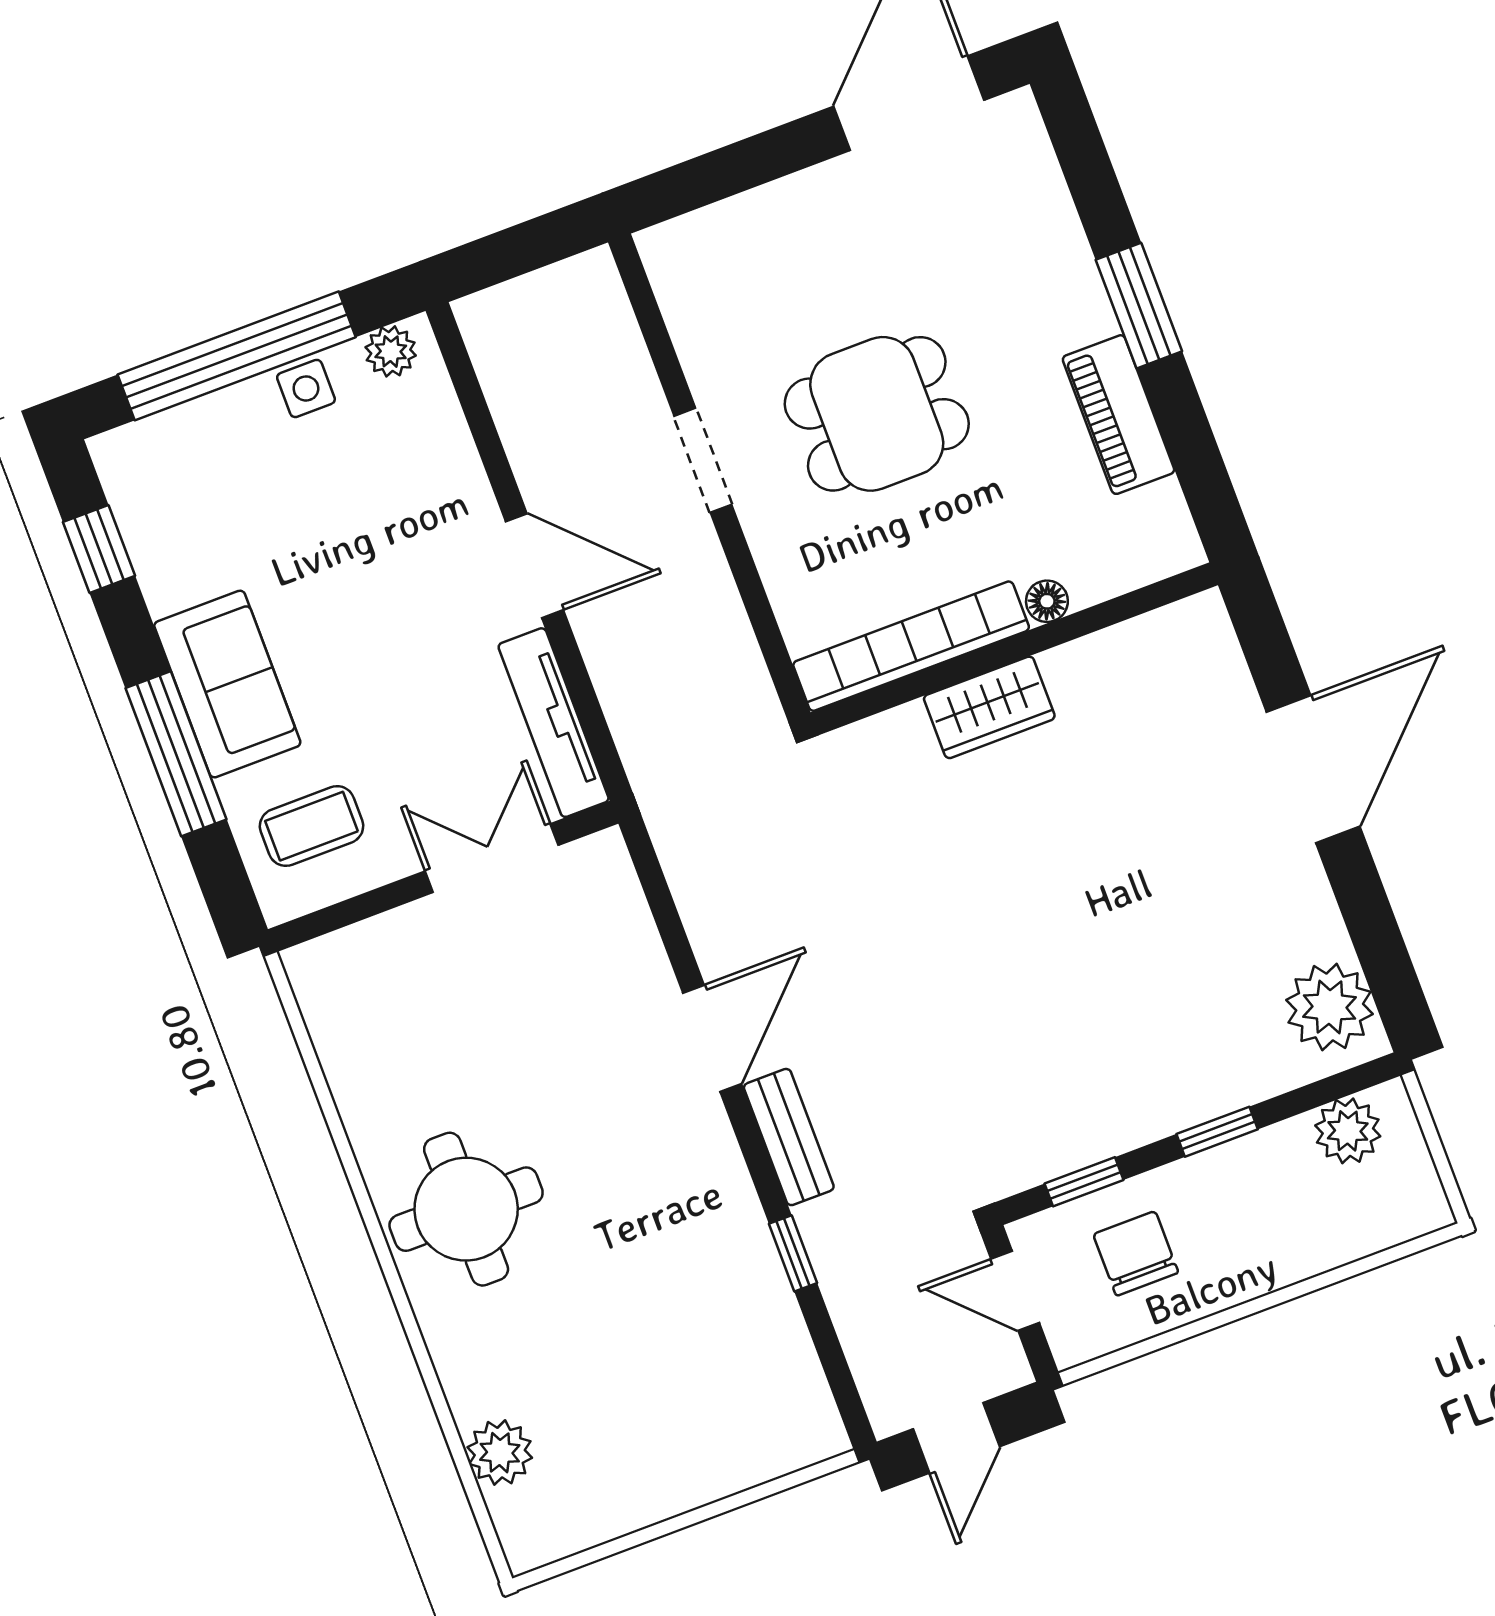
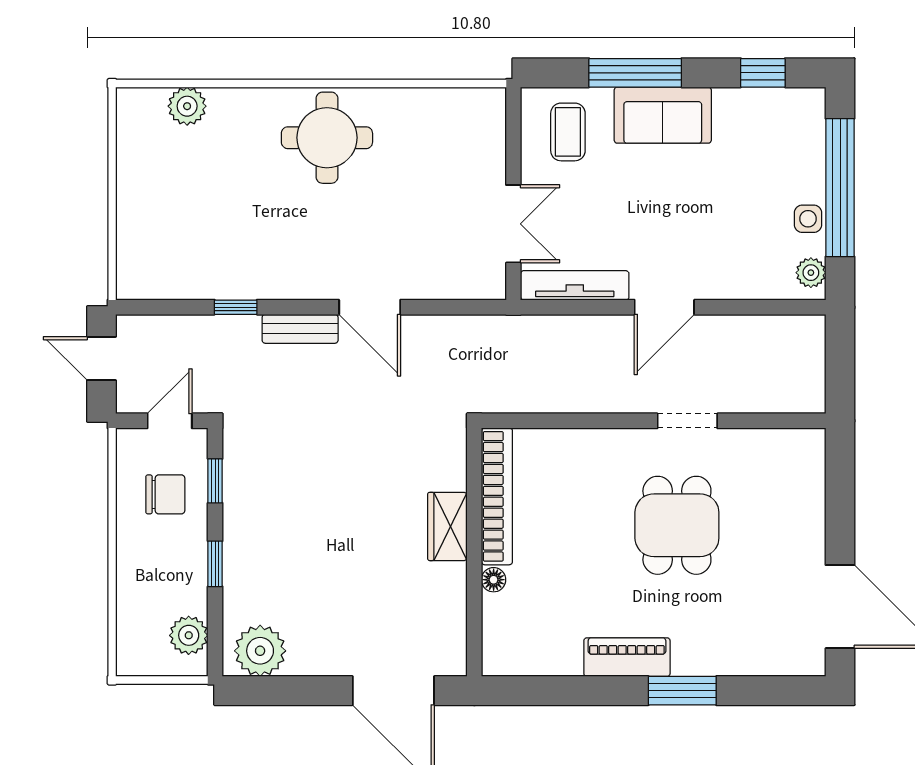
floor lamp: (1047, 601) -> (494, 580), moved
bookcase: (911, 646) -> (497, 496), moved
wall: (1014, 649) -> (474, 552), moved
wardrobe: (989, 707) -> (447, 526), moved

